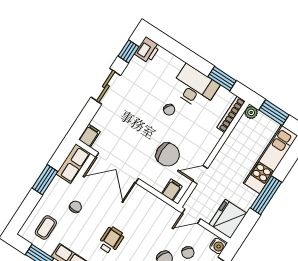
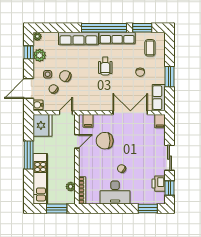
printer: (147, 50) -> (159, 184), moved
window: (222, 79) -> (148, 209), moved
plant: (251, 112) -> (71, 187), moved

